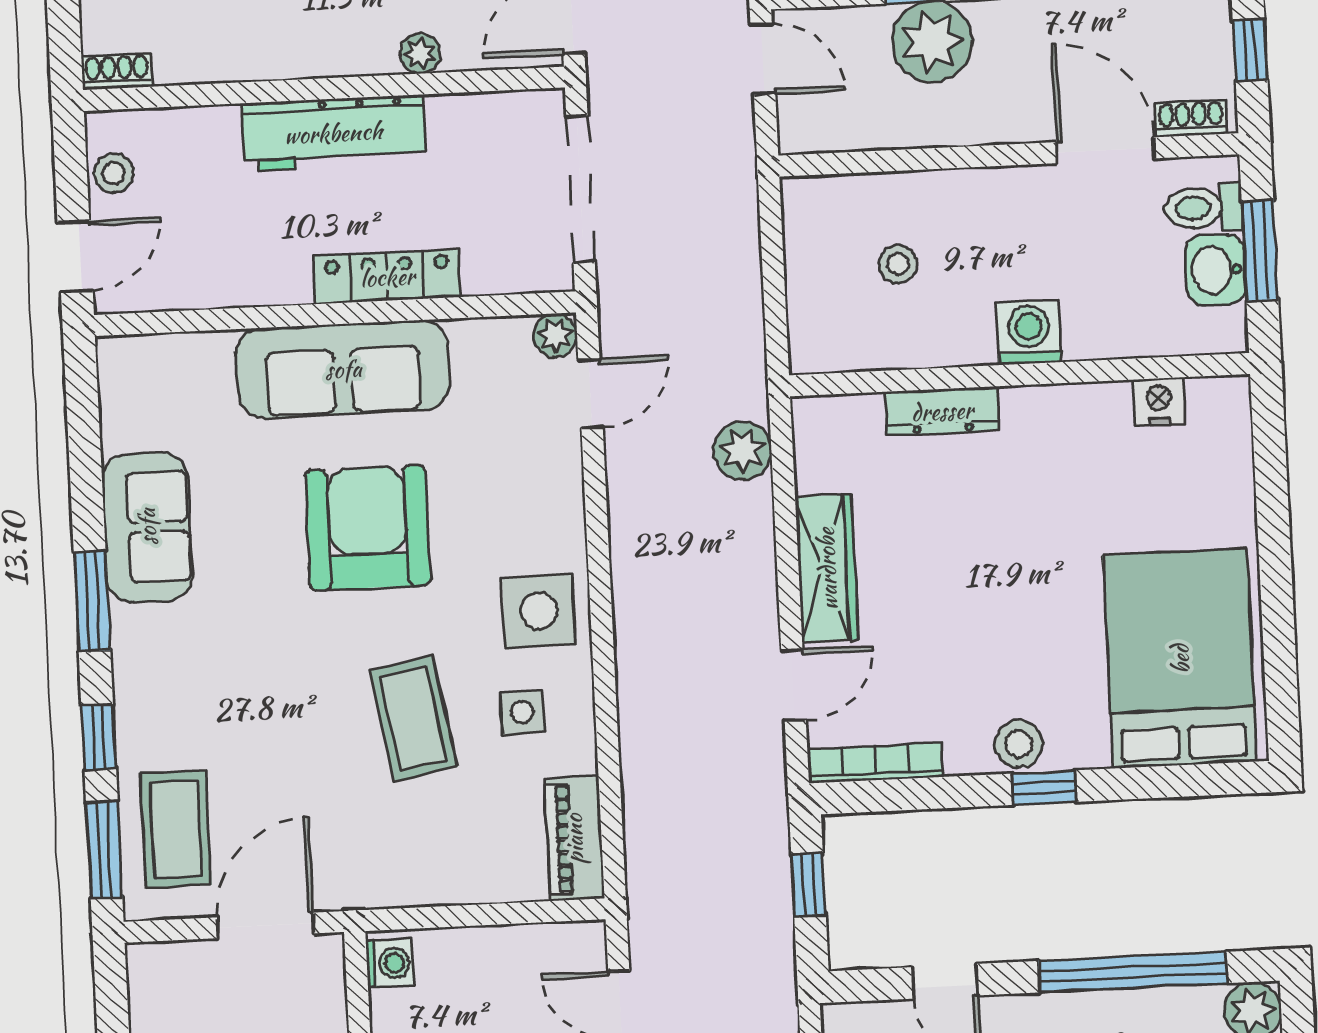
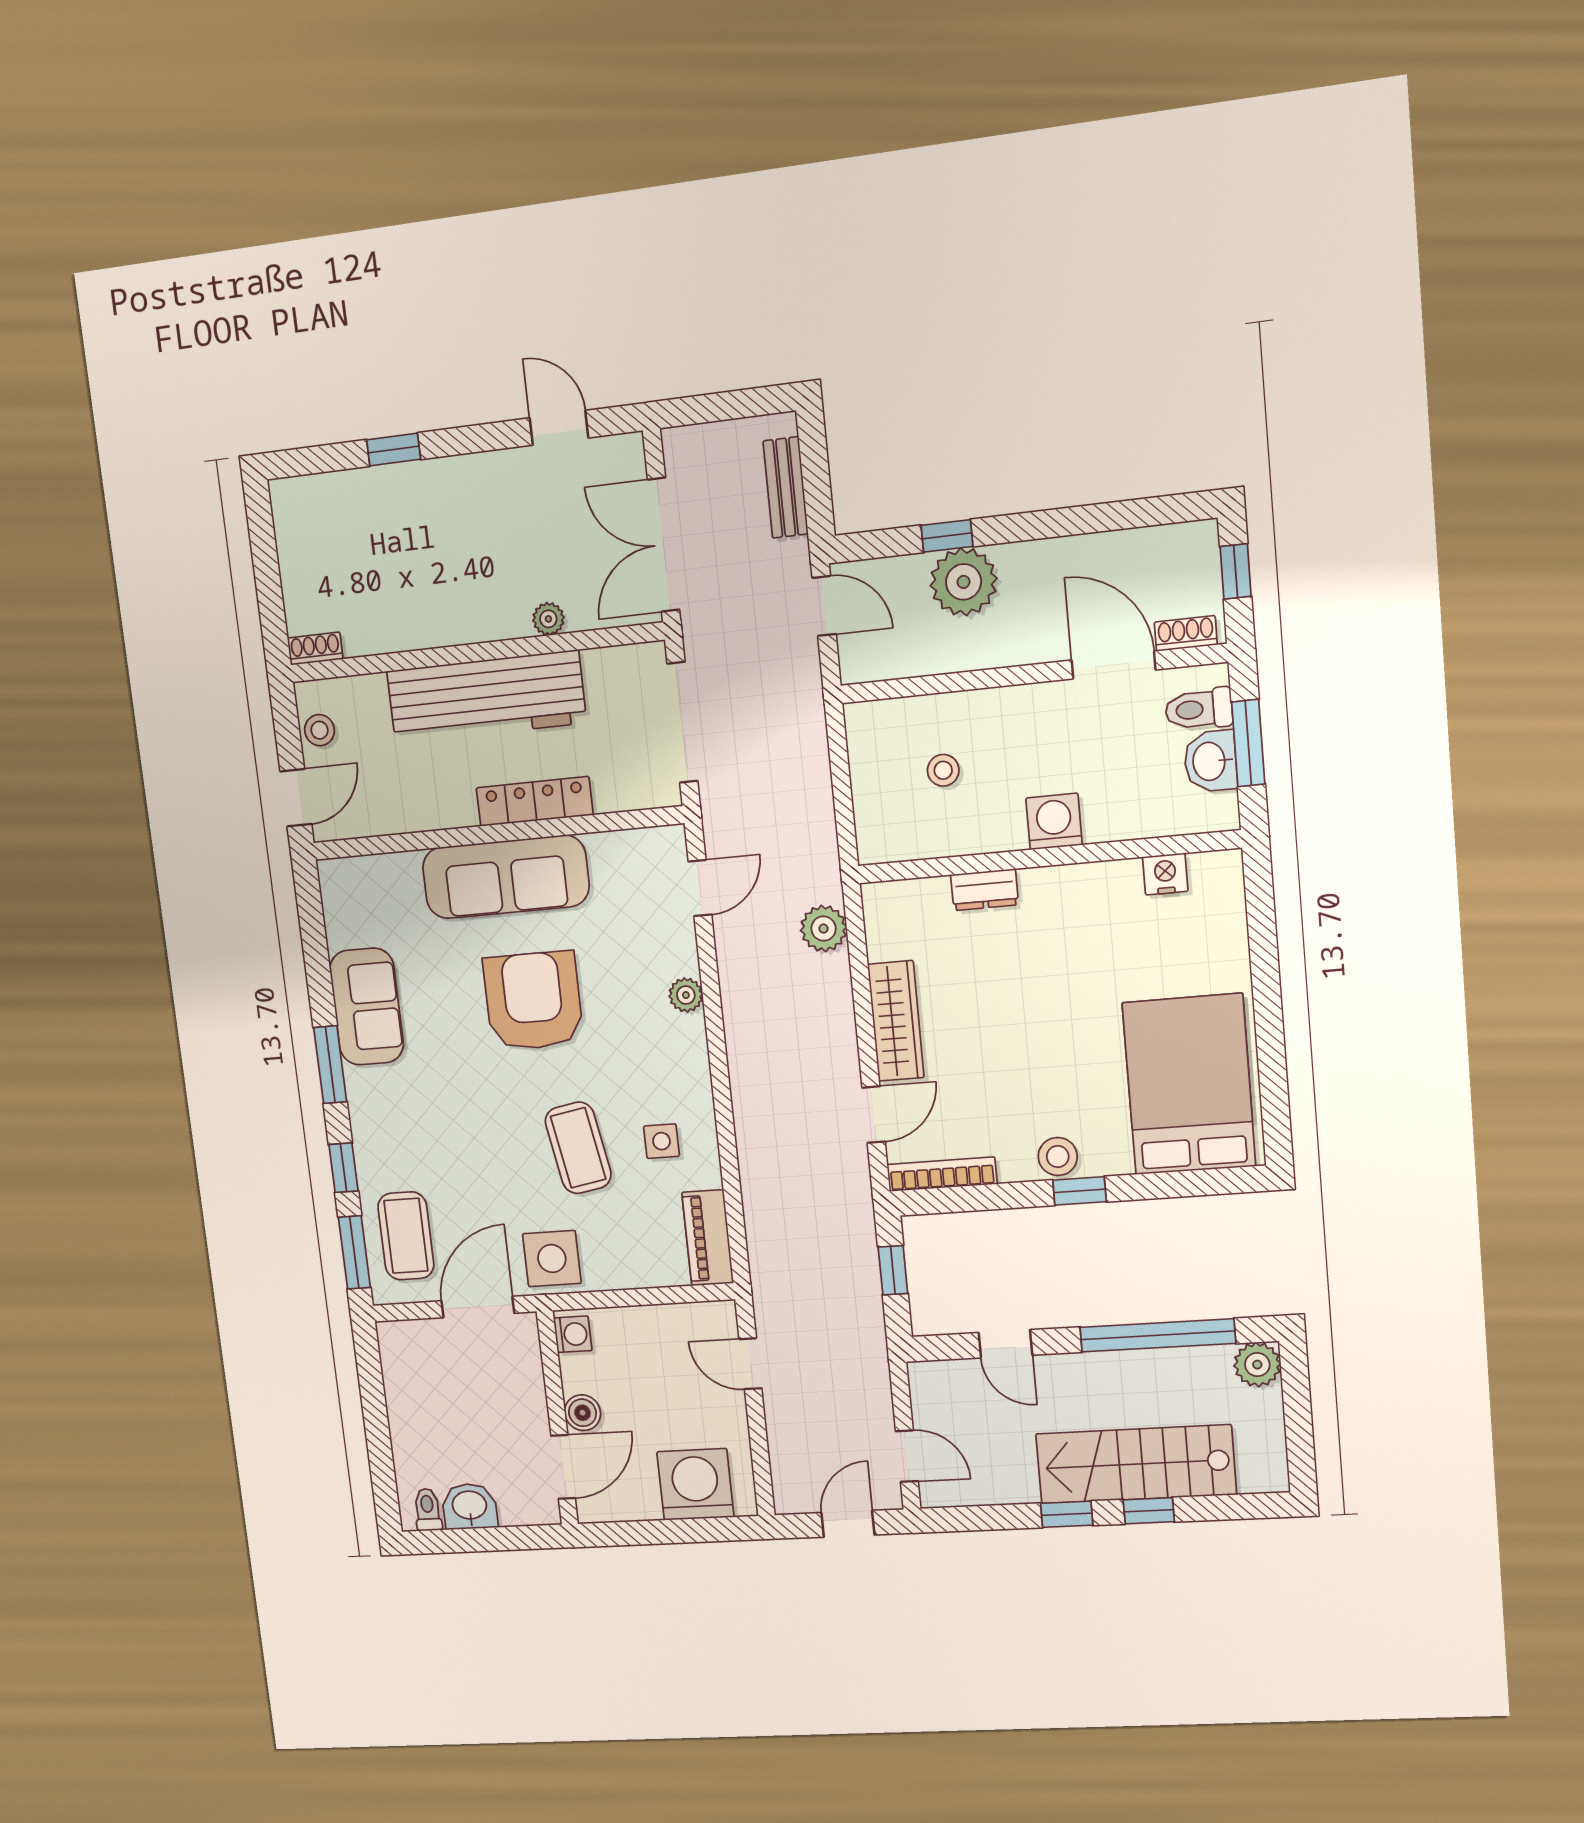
workbench: (333, 133) -> (486, 697), width x1.36, depth x1.32
plant: (555, 335) -> (686, 995), moved
dresser: (942, 411) -> (984, 890), width x0.70
side table: (539, 611) -> (552, 1259), moved

